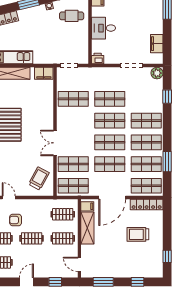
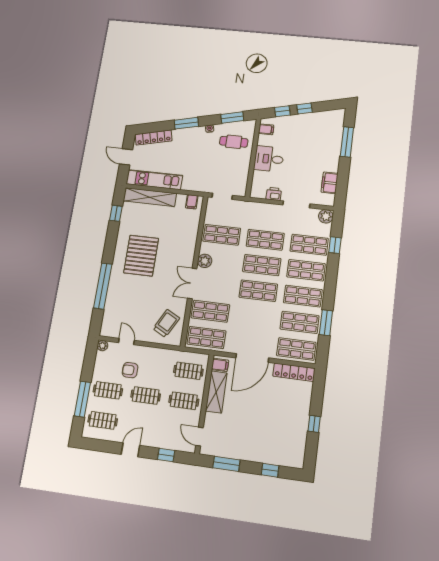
printer: (98, 59) -> (274, 194), moved
filing cabinet: (44, 73) -> (192, 202), width x0.50
plant: (62, 123) -> (205, 261), added
shop shelf: (110, 164) -> (309, 245), moved
trolley: (138, 234) -> (278, 409), removed
window: (167, 256) -> (314, 424), moved

